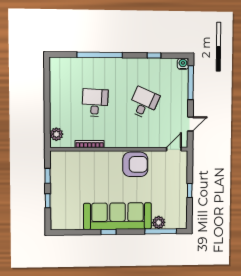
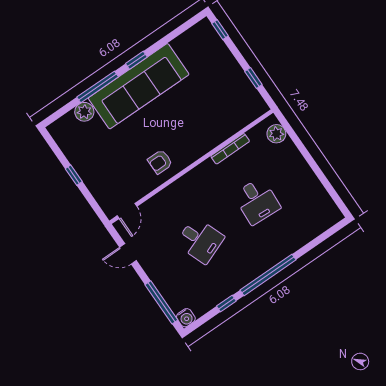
window: (100, 55) -> (268, 275), moved
desk: (144, 103) -> (200, 240), turned -45
door: (190, 124) -> (128, 254), hinge flipped
armchair: (135, 164) -> (160, 162), width x0.53, depth x0.53
window: (48, 201) -> (220, 30), moved
window: (161, 231) -> (98, 87), moved

